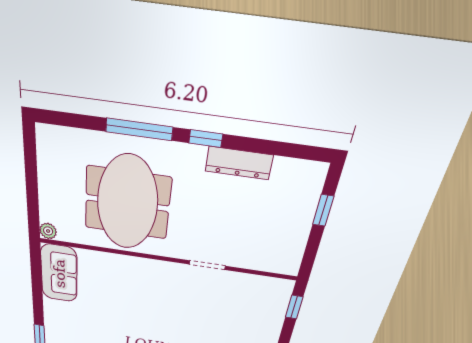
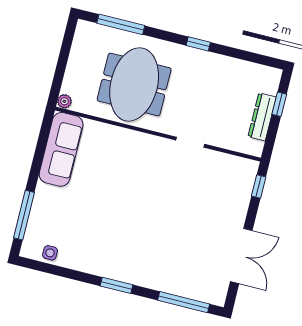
window: (139, 129) -> (121, 24), moved
dresser: (239, 163) -> (262, 117), moved, turned 90
sofa: (59, 273) -> (61, 149), width x1.36

